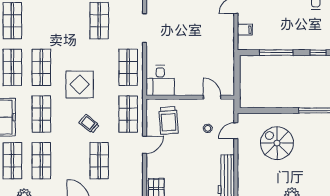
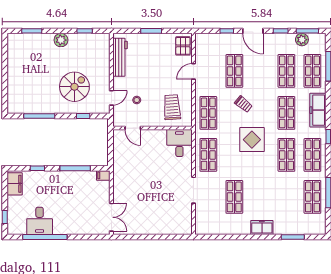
filing cabinet: (245, 30) -> (103, 175), moved
window: (267, 111) -> (83, 116), added
spiral stairs: (277, 143) -> (74, 87), turned -90
door: (145, 145) -> (193, 71), moved

